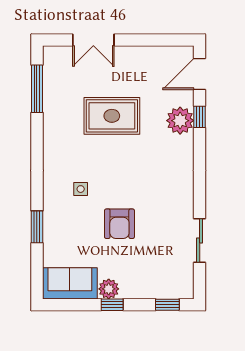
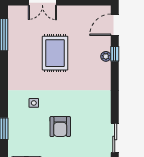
rug: (112, 116) -> (55, 53), turned 90
plant: (180, 121) -> (106, 56), width x0.53, depth x0.53

